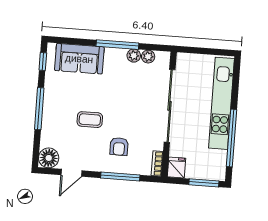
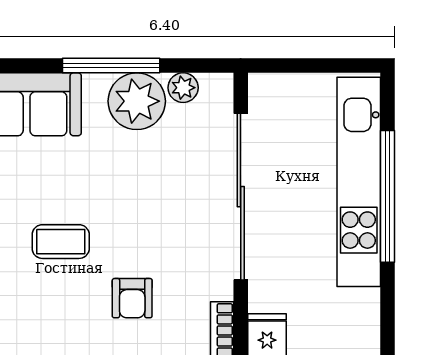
plant: (134, 56) -> (137, 101), width x1.88, depth x1.88
window: (231, 138) -> (388, 196), moved

